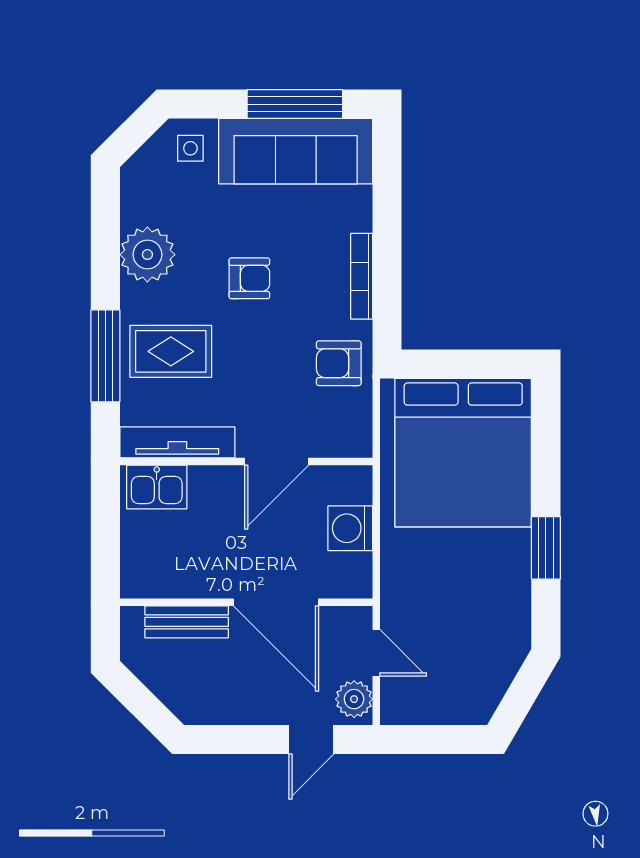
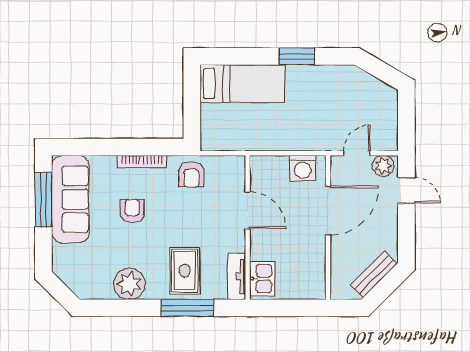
side table: (190, 148) -> (69, 259), removed
armchair: (249, 278) -> (132, 211), moved
tv unit: (177, 442) -> (237, 276), width x0.71
bed: (463, 453) -> (243, 84), width x0.49
washing machine: (350, 528) -> (303, 168), moved
bench: (187, 622) -> (374, 274), moved, turned 45

